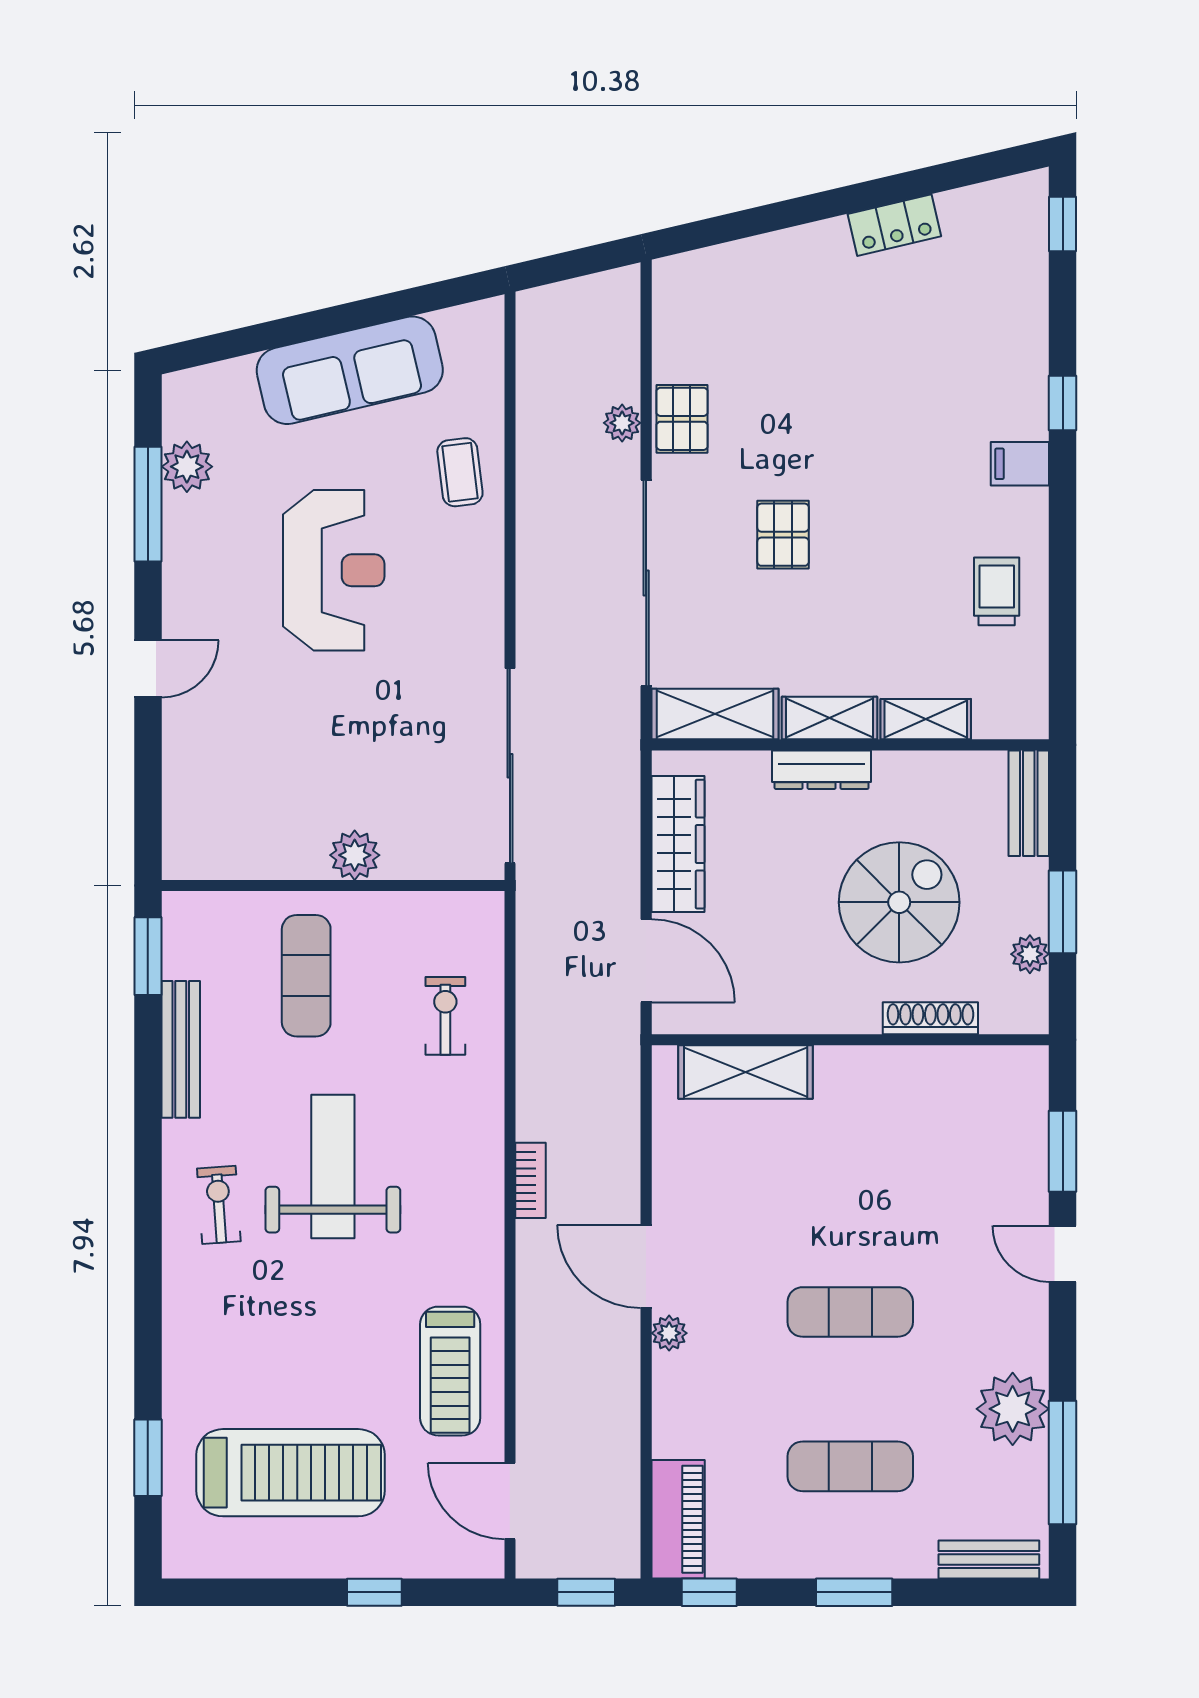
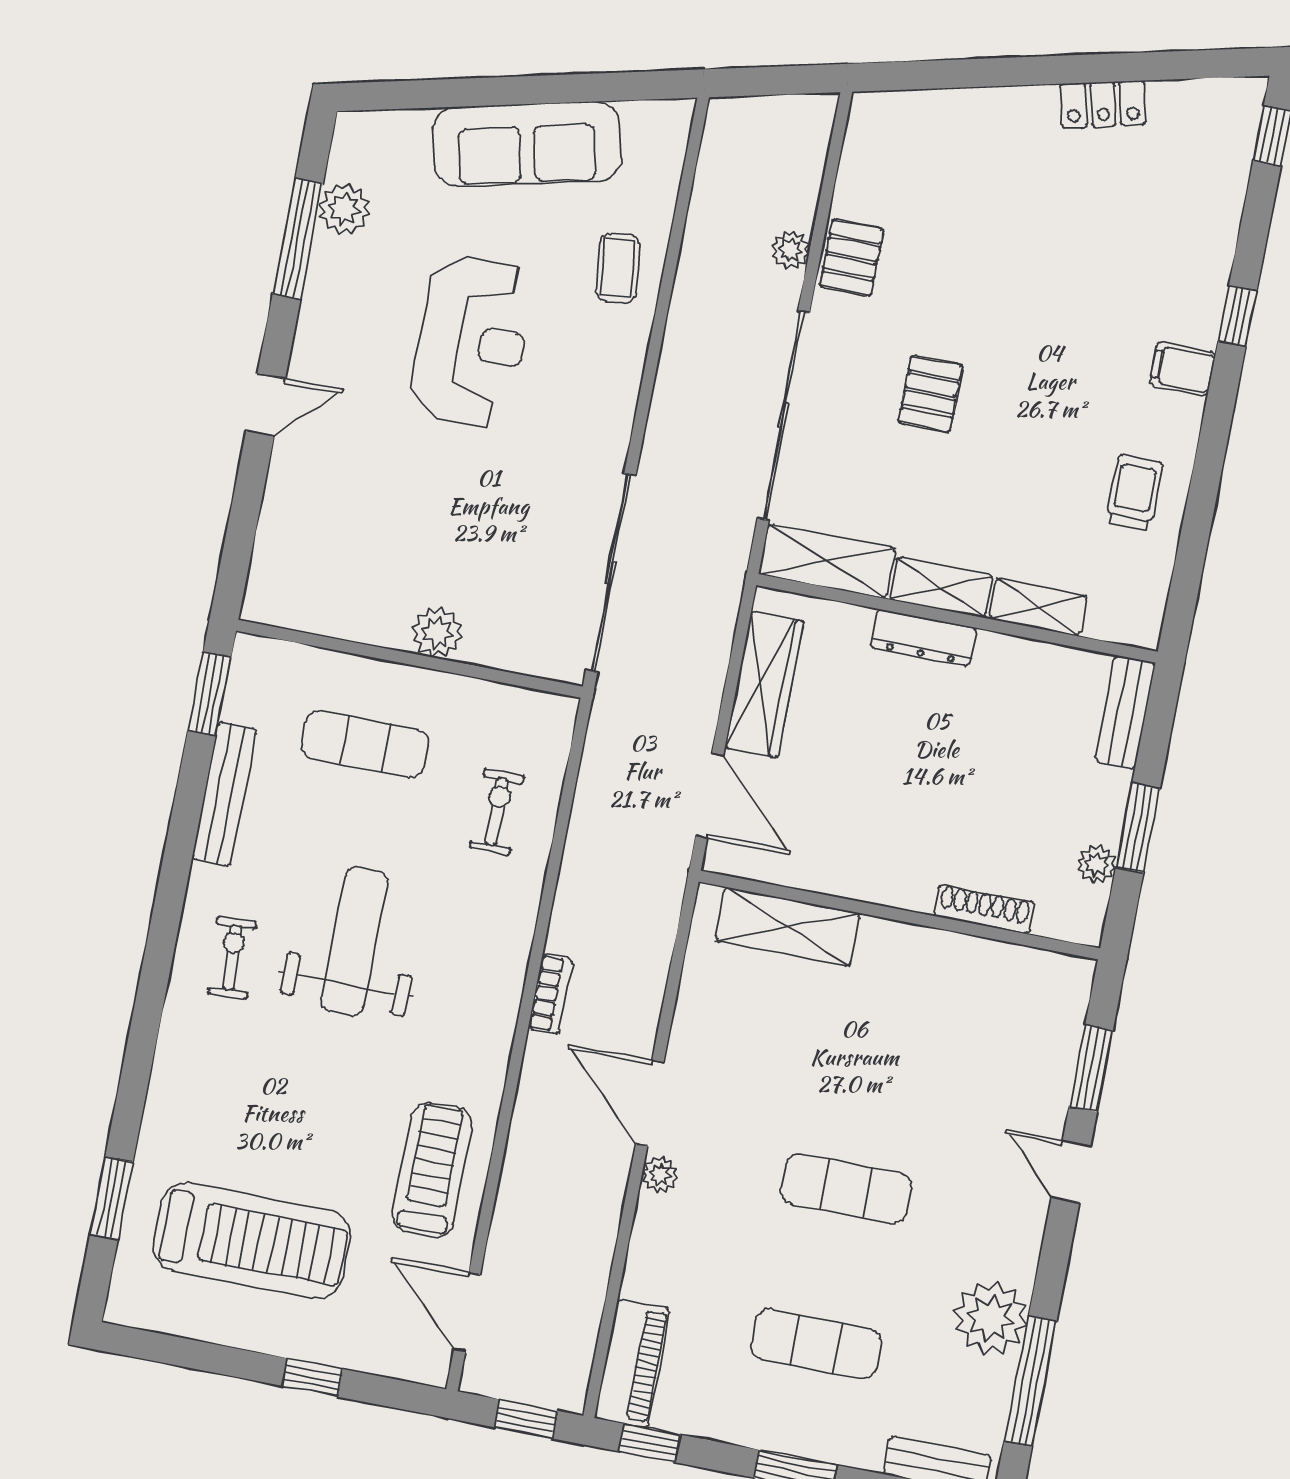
spiral stairs: (899, 902) -> (975, 786), removed
exercise mat: (306, 976) -> (365, 744), turned 90
treadmill: (450, 1371) -> (432, 1170), turned 180

